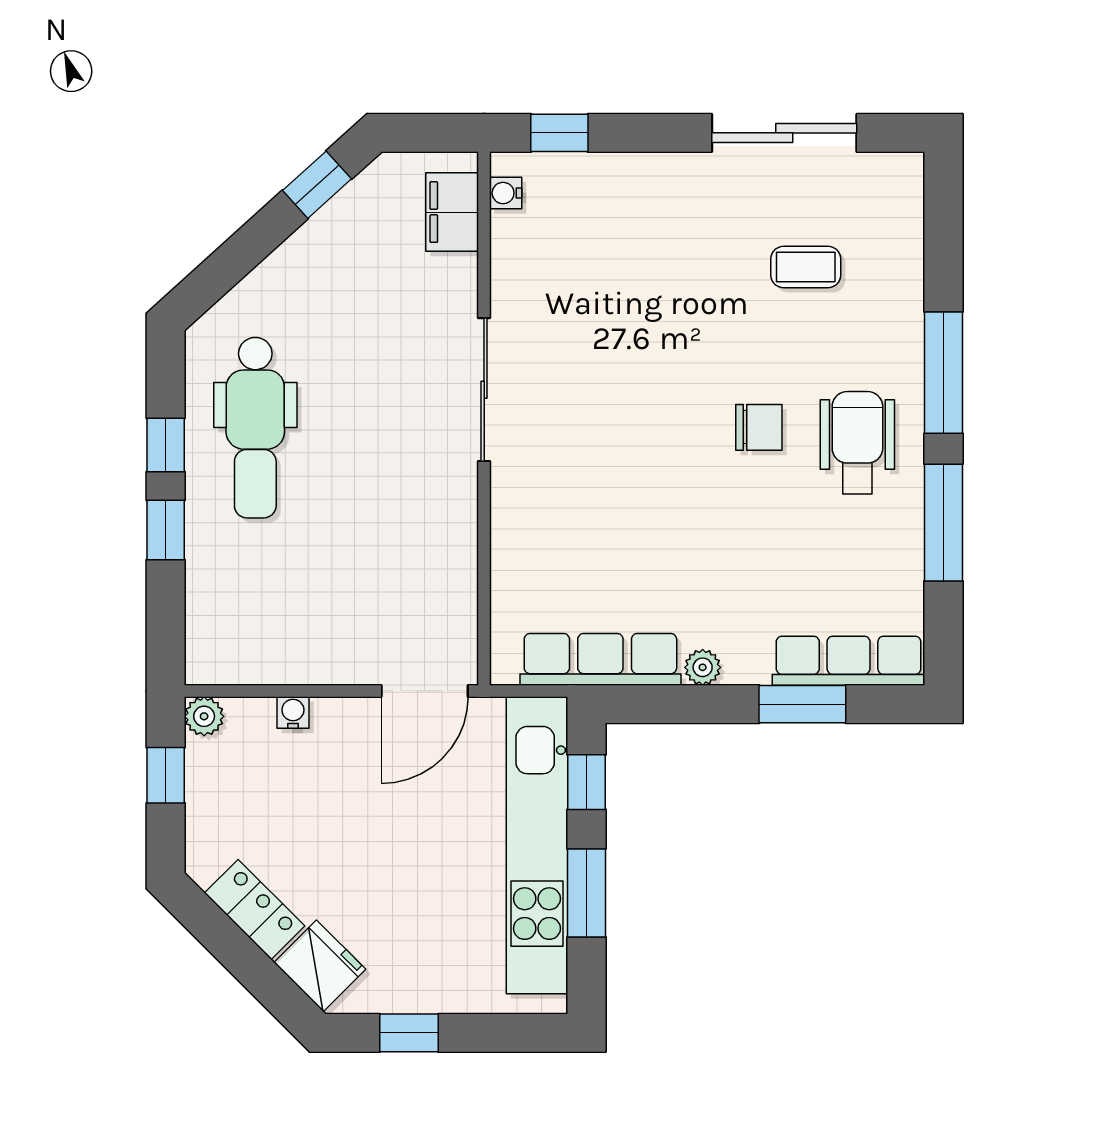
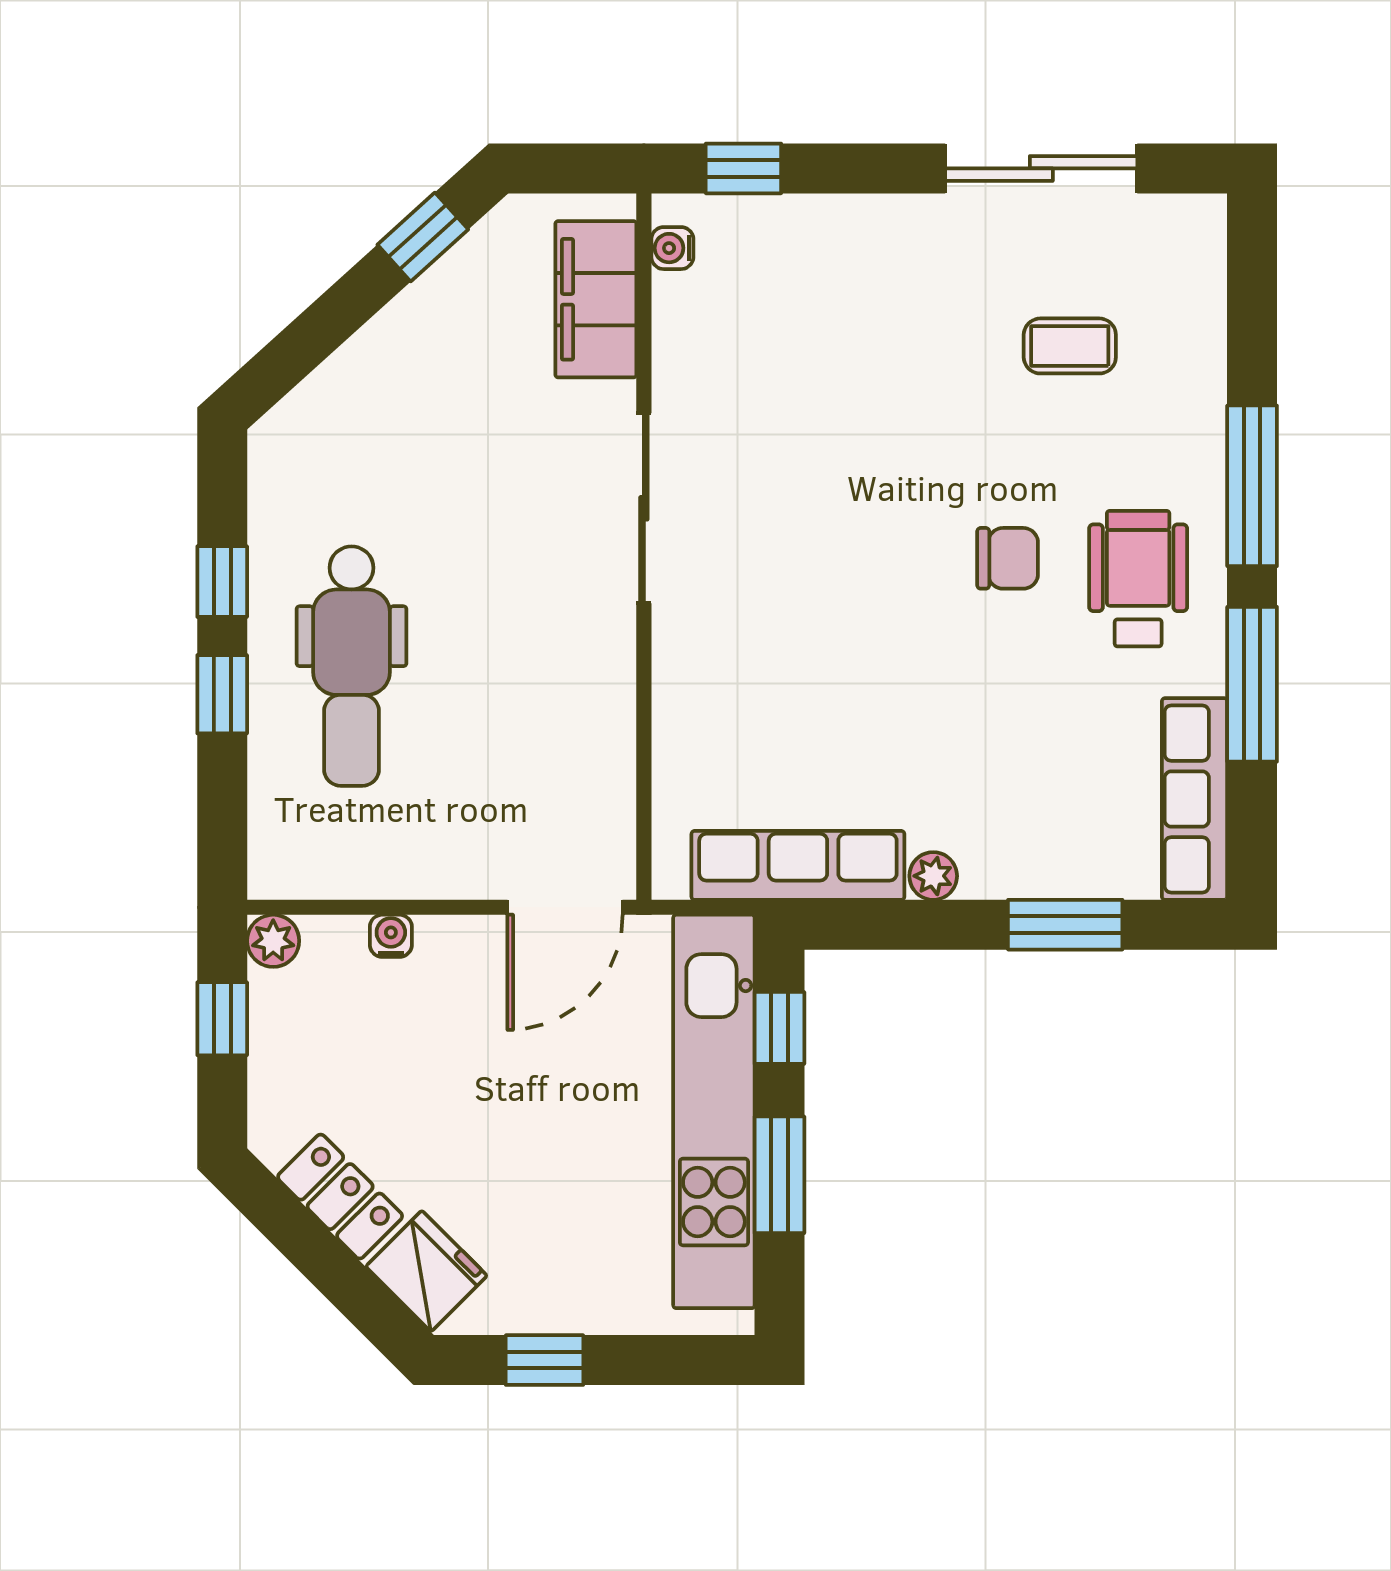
filing cabinet: (452, 212) -> (596, 299), width x1.50, depth x1.17
dental chair: (255, 428) -> (352, 666), moved
row of seats: (849, 661) -> (1195, 799), moved, turned -90

